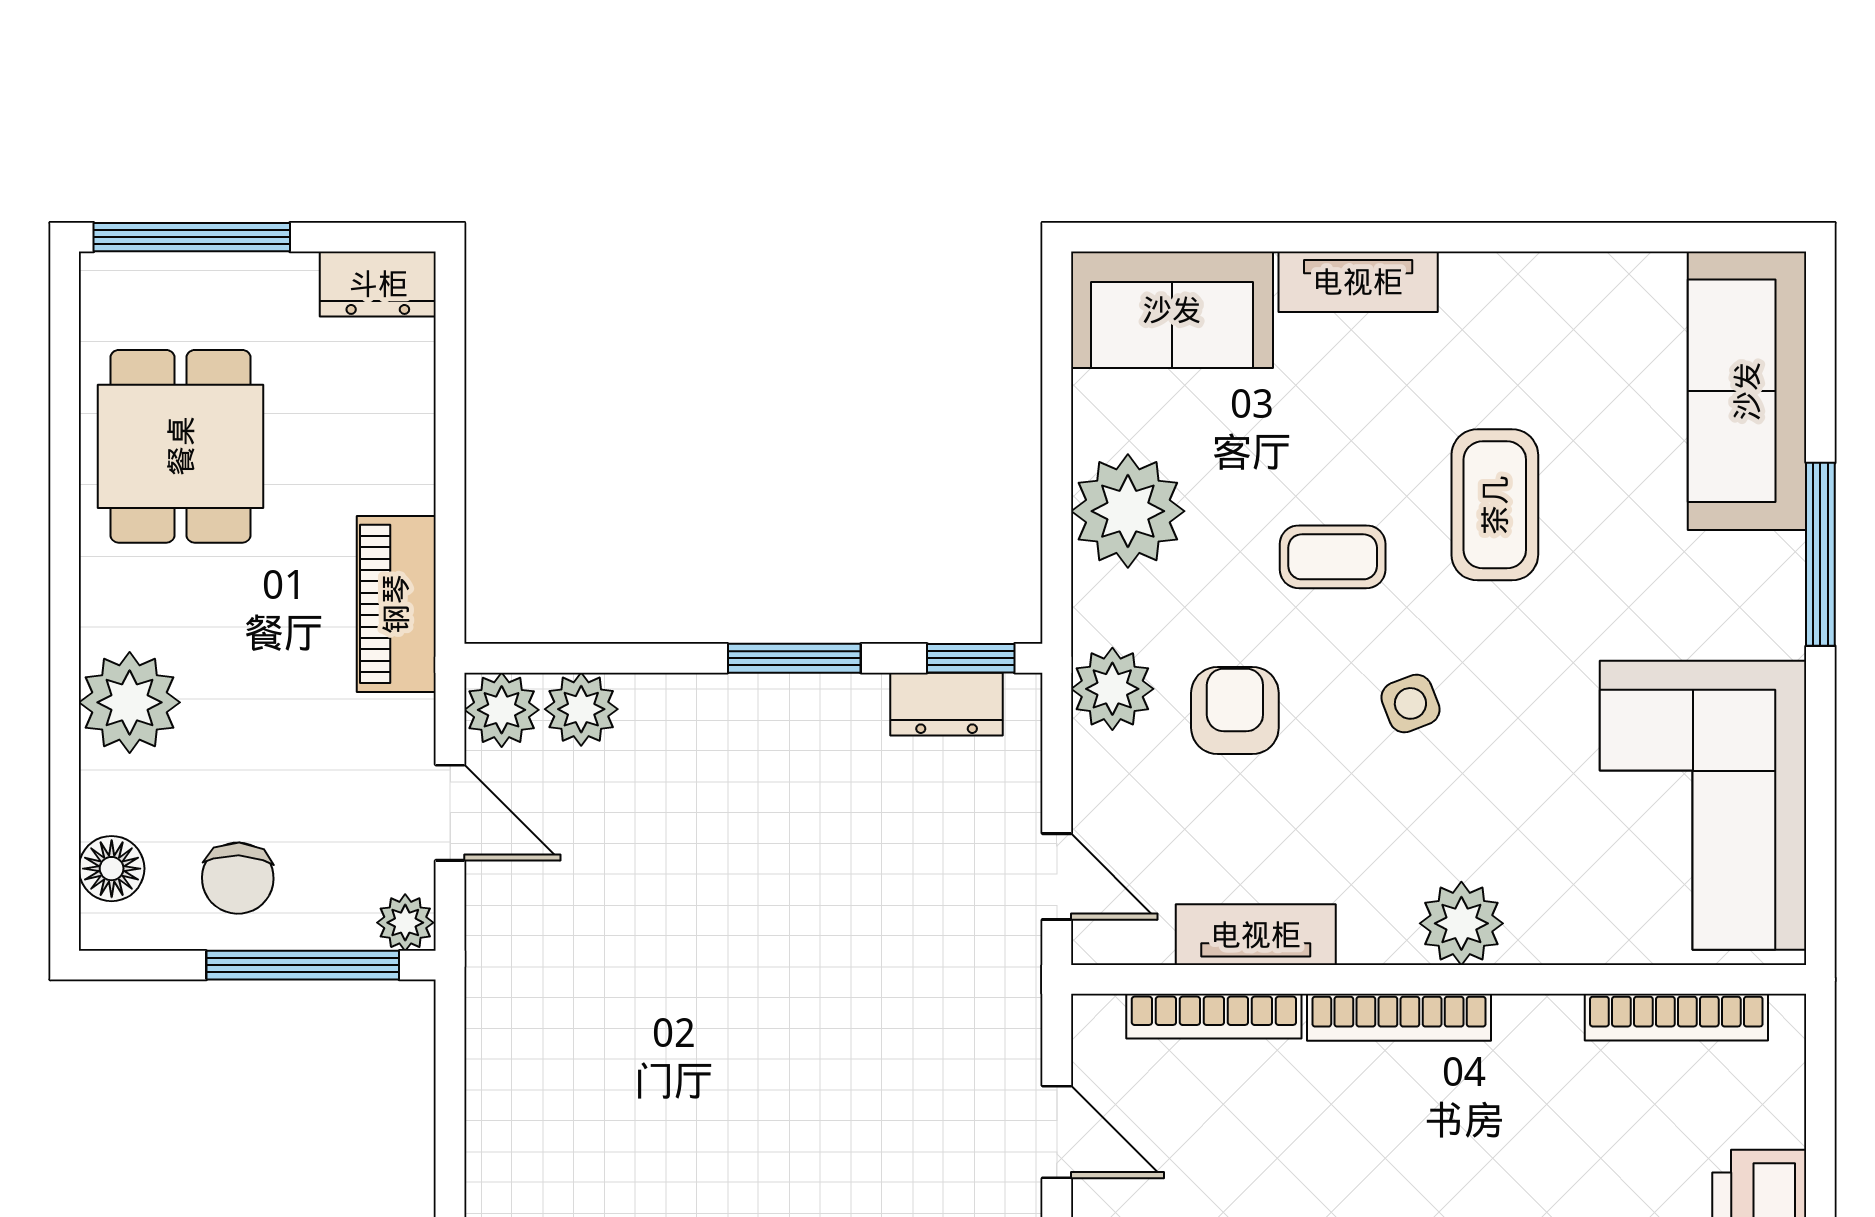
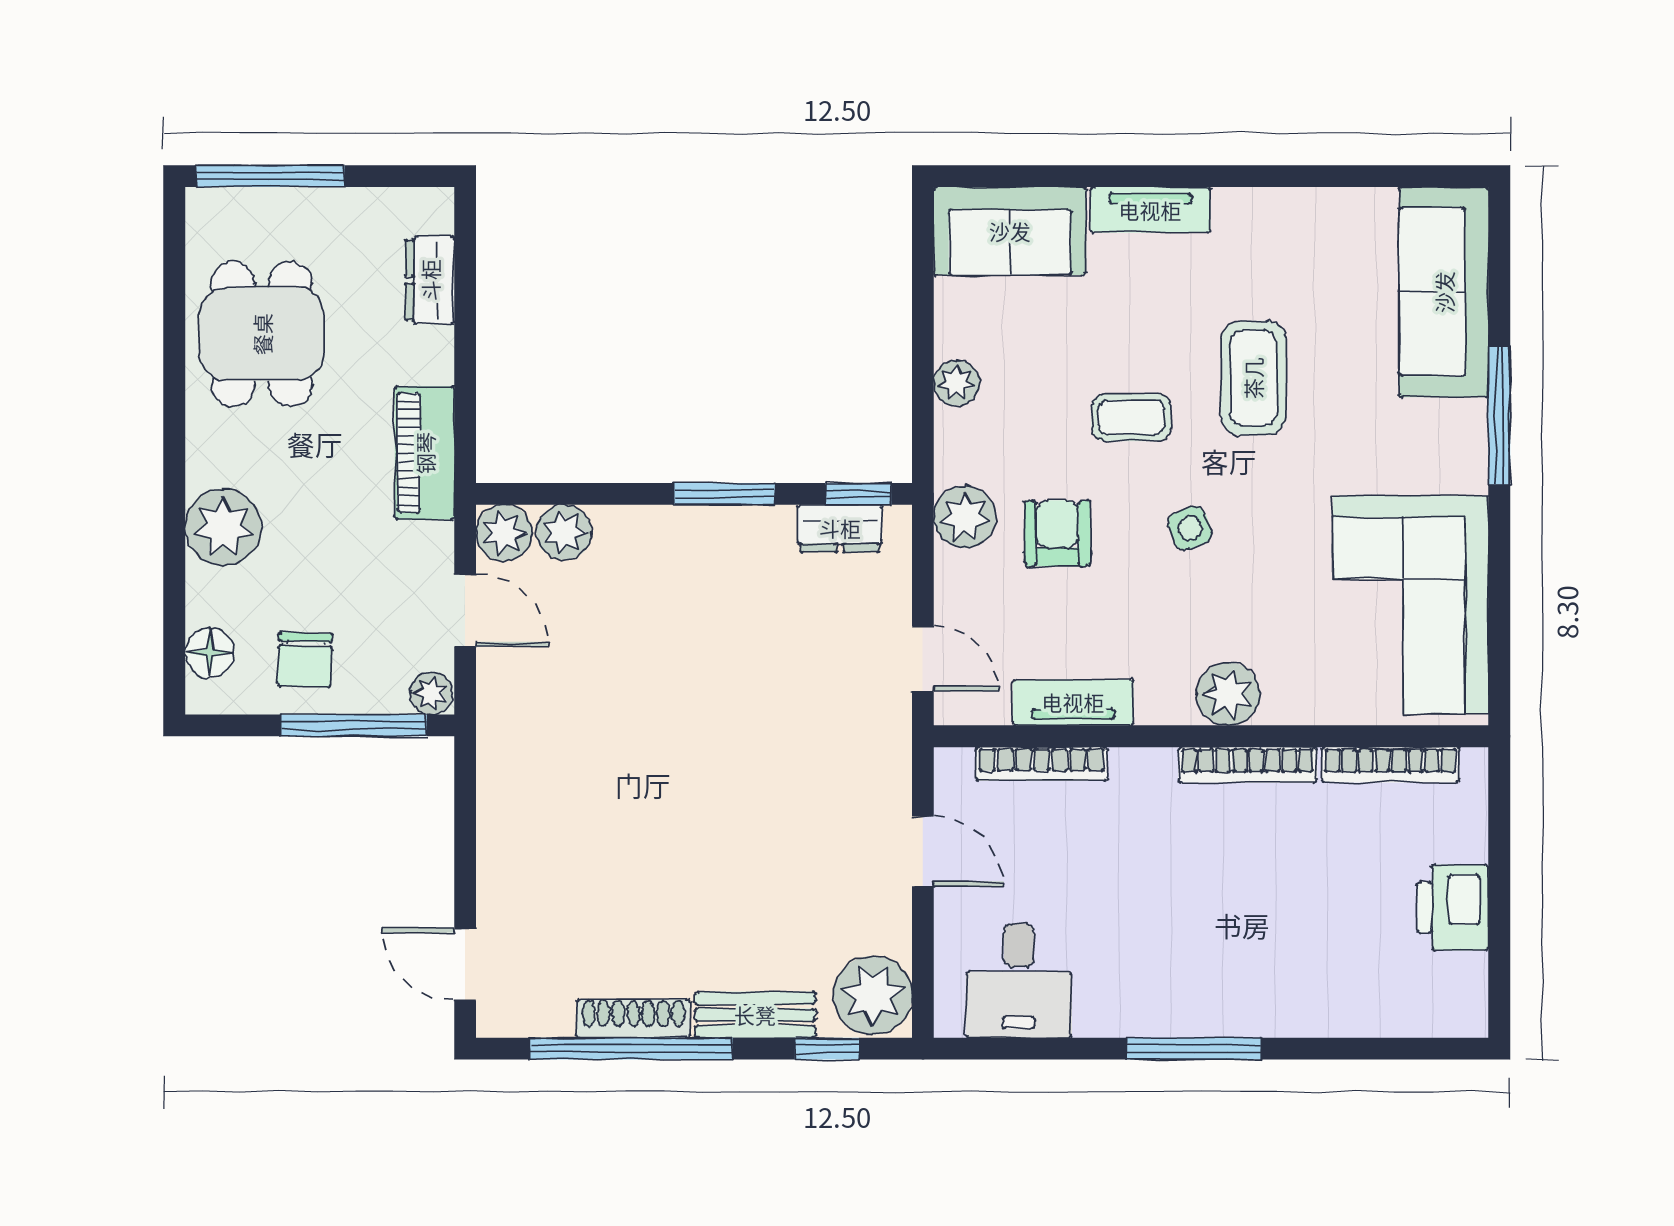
dresser: (378, 284) -> (430, 280), moved, turned 90
plant: (1128, 511) -> (957, 383), width x0.53, depth x0.53
bookcase: (1399, 1017) -> (1248, 765), moved

